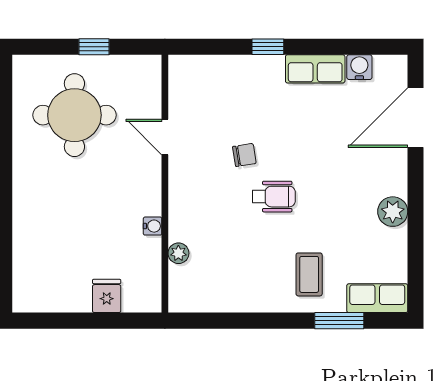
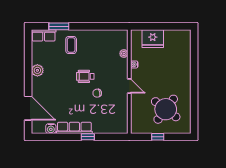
row of seats: (315, 69) -> (74, 128), width x1.48
round table: (74, 115) -> (166, 109), turned 37
door: (416, 118) -> (28, 108), hinge flipped
door: (165, 137) -> (129, 86), moved
fridge: (107, 296) -> (153, 39), width x1.88, depth x1.34

